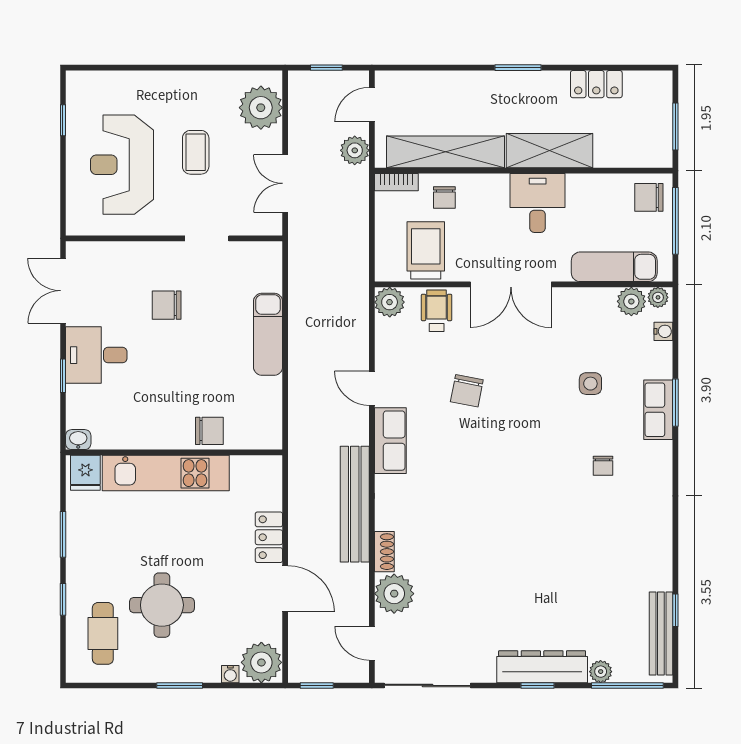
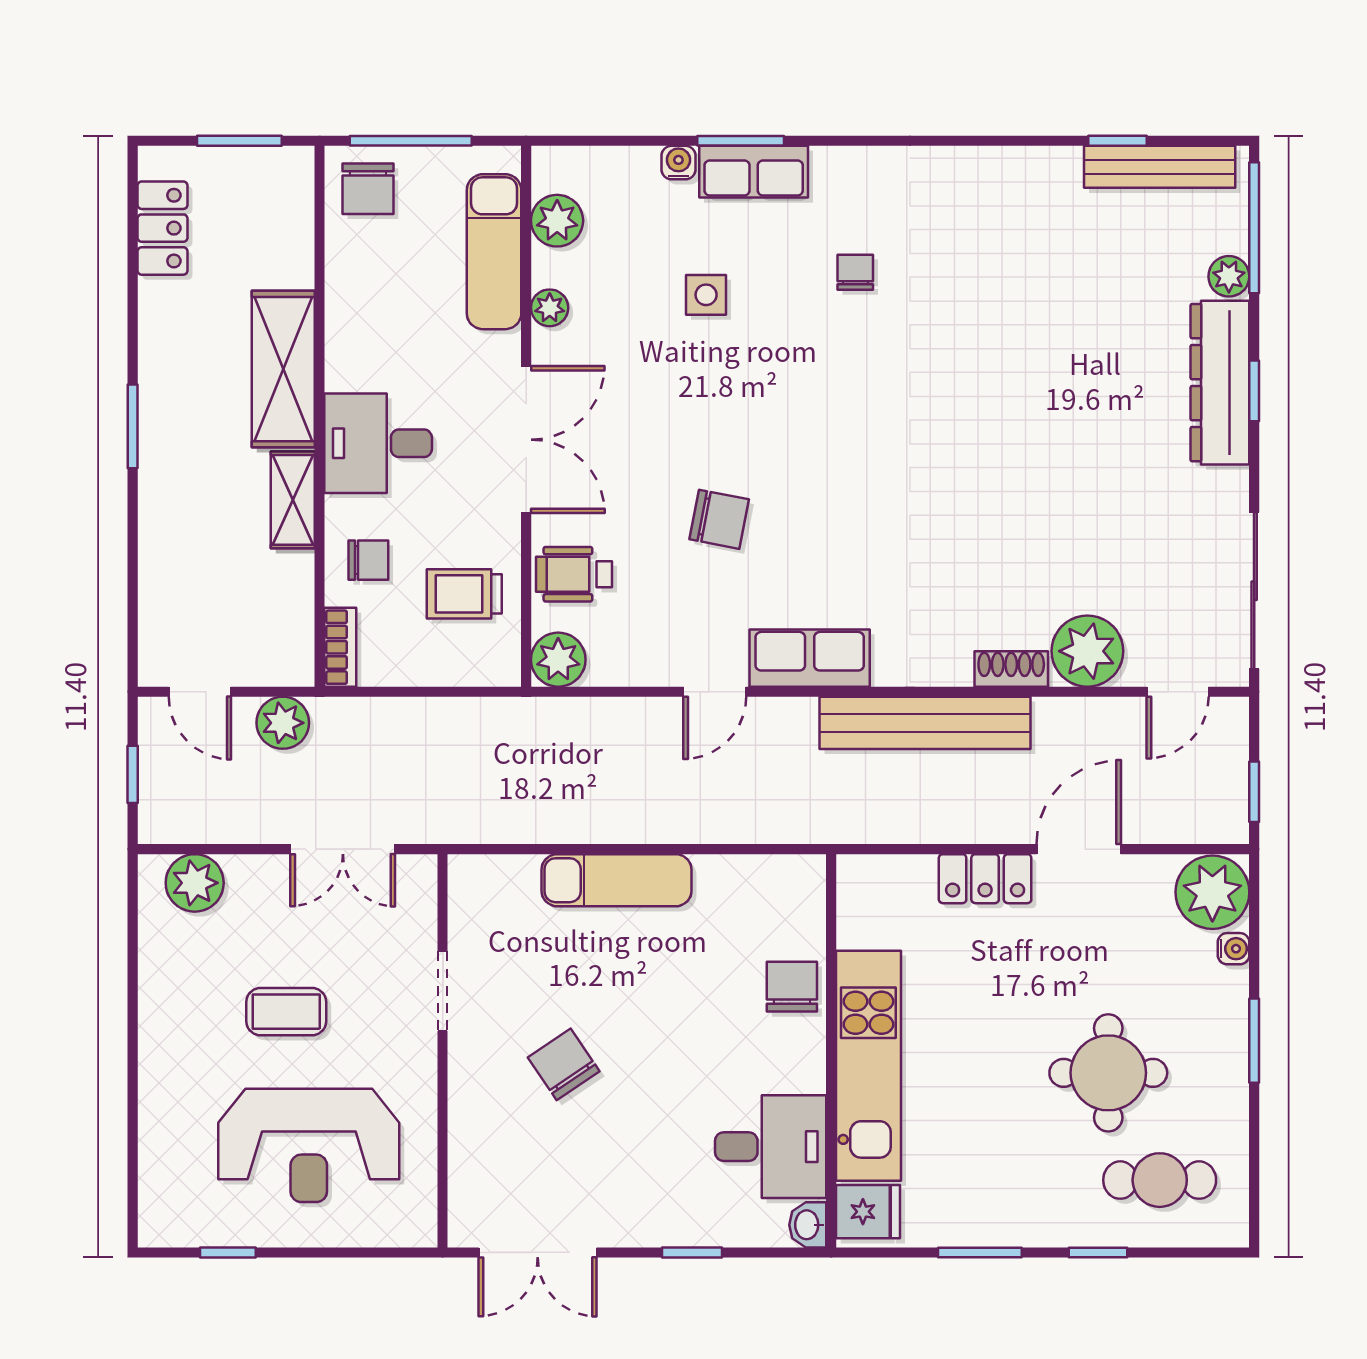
locker: (596, 84) -> (162, 228), moved
plant: (261, 108) -> (195, 883), width x0.73, depth x0.73
shelving: (445, 152) -> (293, 500), width x0.45, depth x0.75
desk: (538, 203) -> (378, 443), moved
trolley: (426, 250) -> (464, 594), width x0.73, depth x0.72
plant: (658, 297) -> (550, 308), moved
chair: (167, 305) -> (564, 1064), turned 146
water cooler: (663, 331) -> (678, 163), moved
desk: (96, 355) -> (771, 1147), moved, turned -90
chair: (603, 466) -> (855, 272), turned -90

